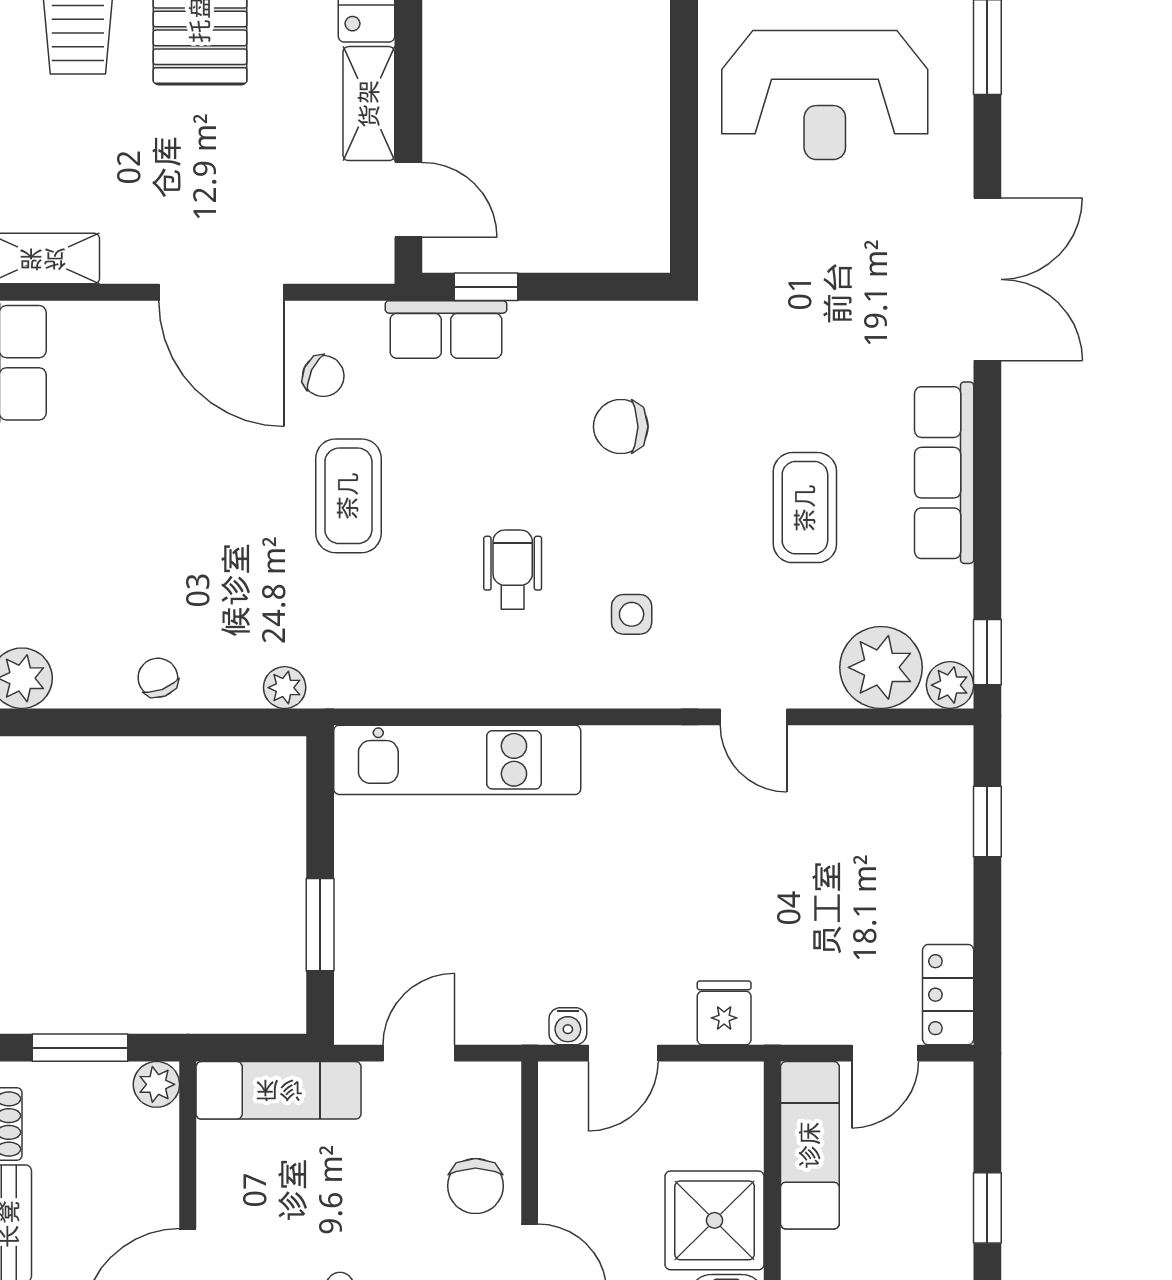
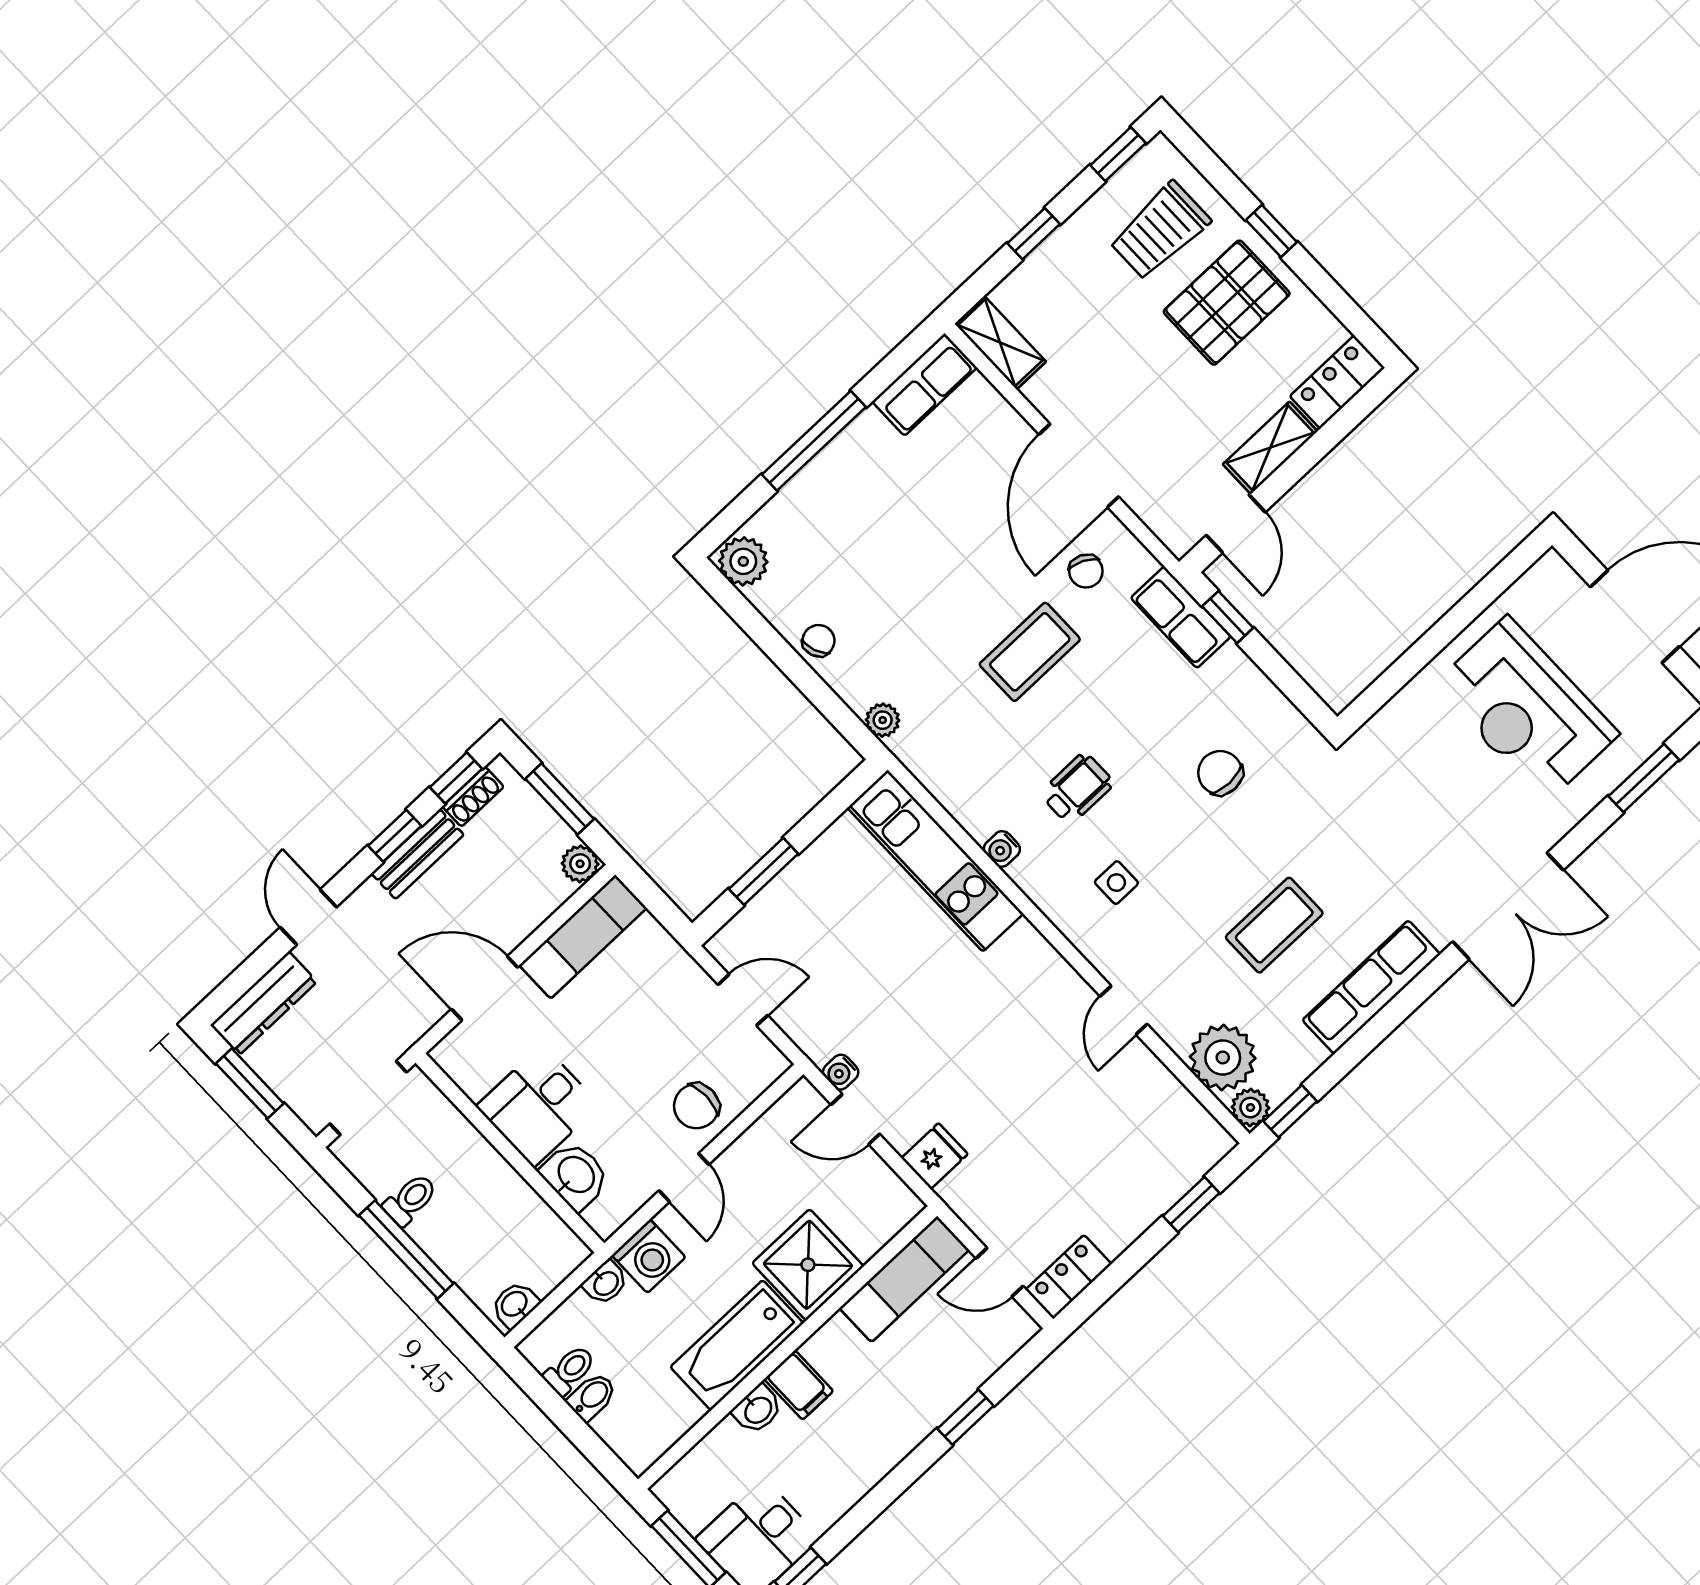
water cooler: (503, 689) -> (1002, 849), added
exam couch: (279, 1090) -> (583, 937), moved, turned -90

